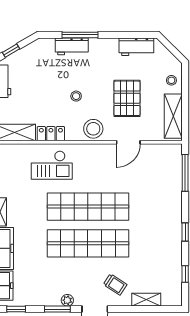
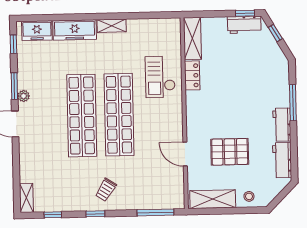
workbench: (72, 46) -> (282, 125), moved
stool: (76, 96) -> (231, 100), removed
stool: (93, 129) -> (198, 118), removed
trolley: (115, 284) -> (106, 190), moved
shelving: (146, 300) -> (26, 198), moved

